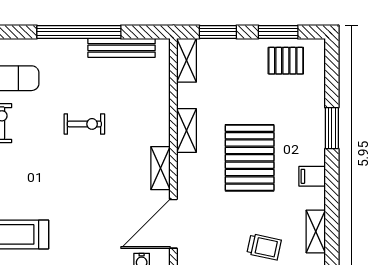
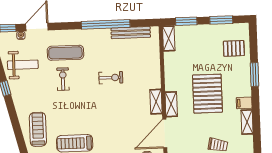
pallet: (286, 61) -> (234, 48), moved
shelving: (187, 131) -> (171, 104), moved
shelving: (316, 231) -> (247, 122), moved

